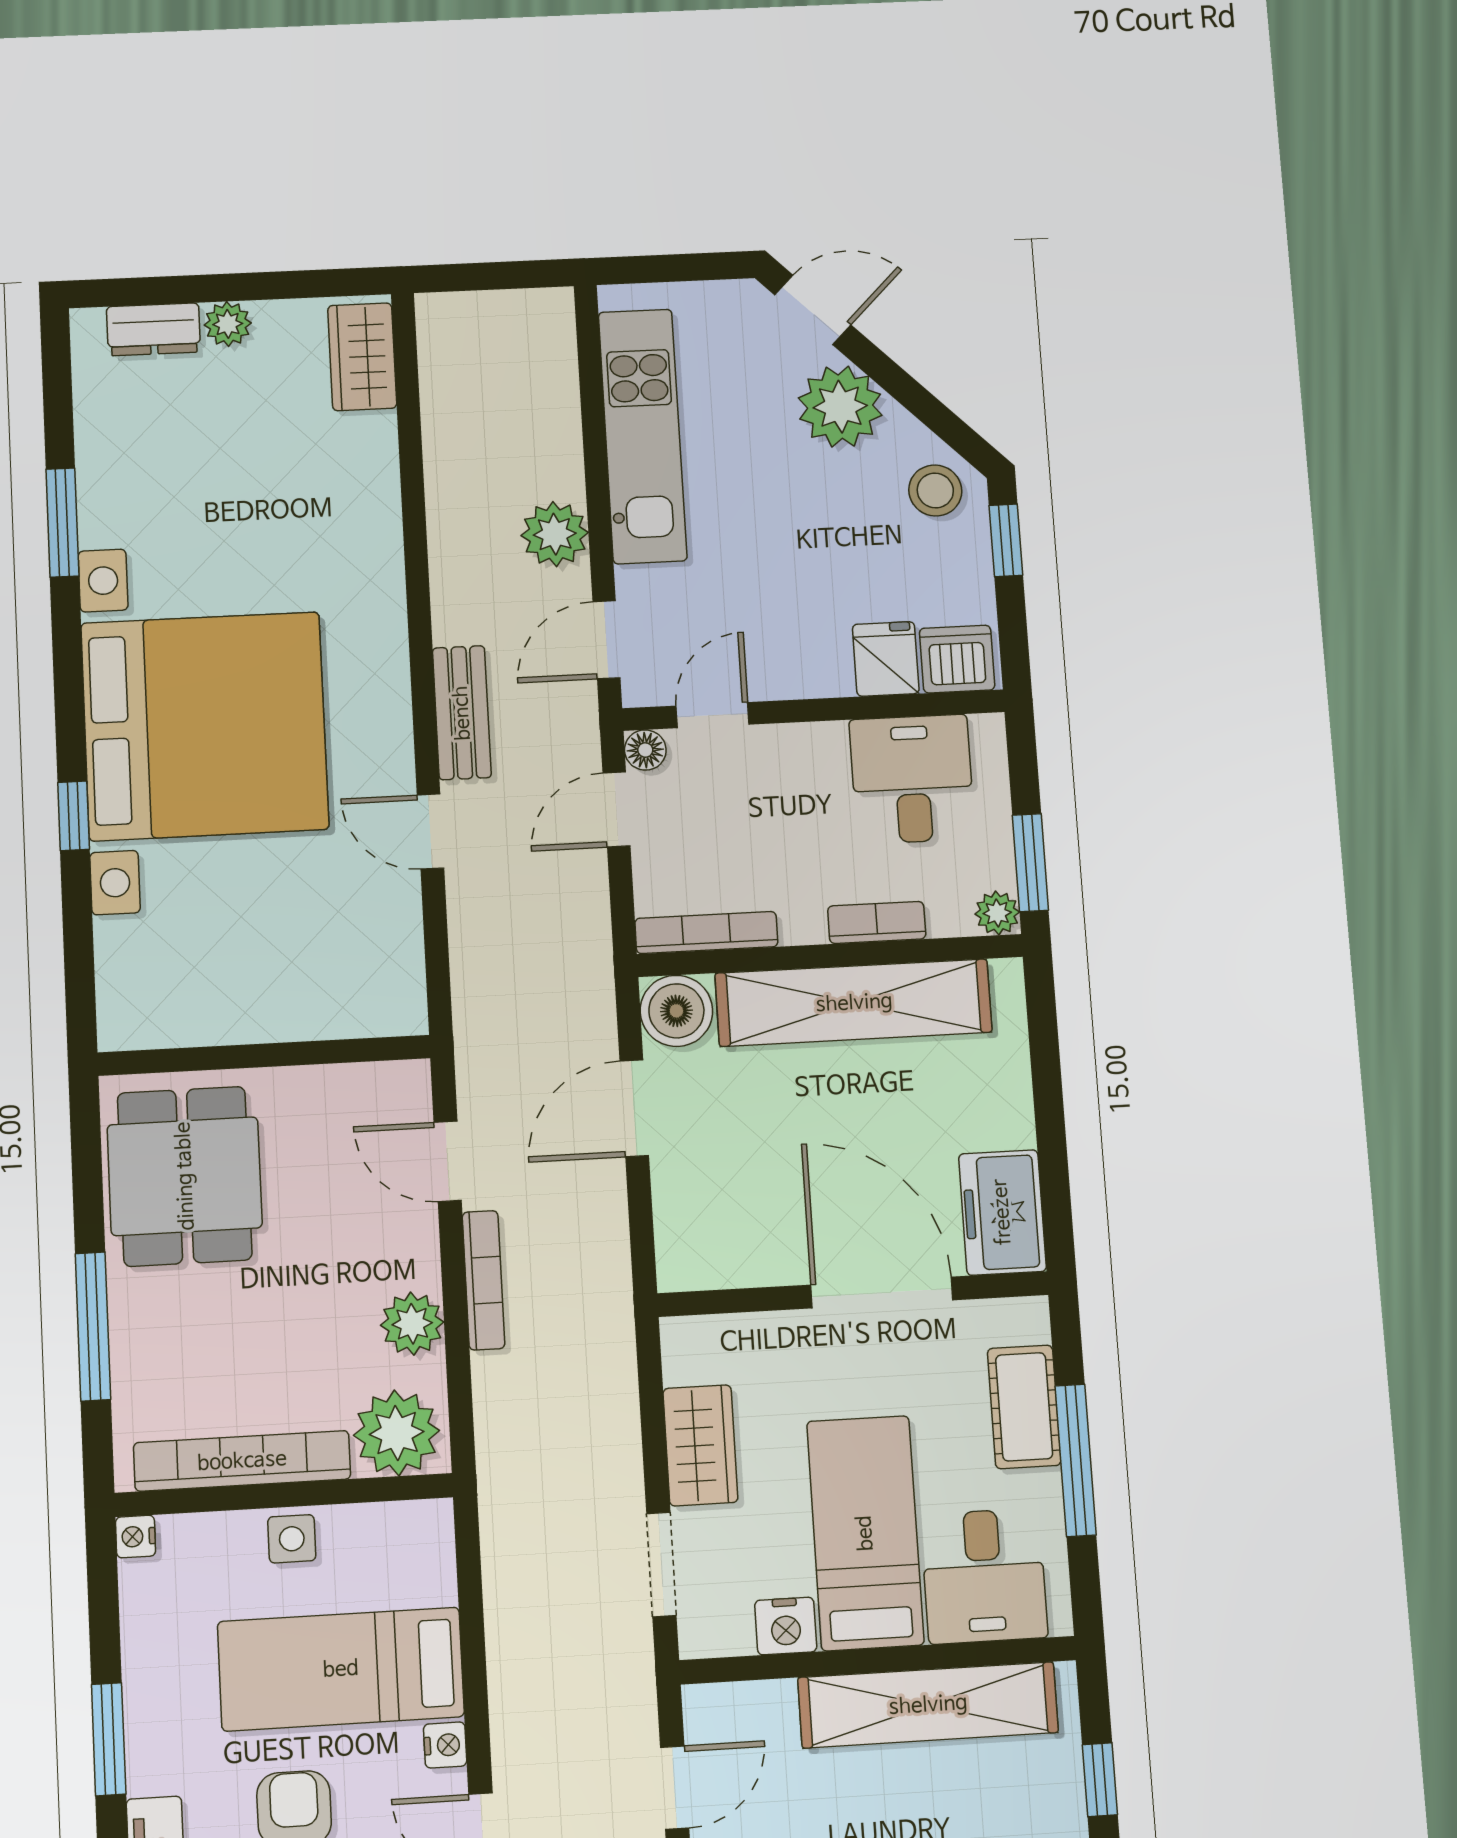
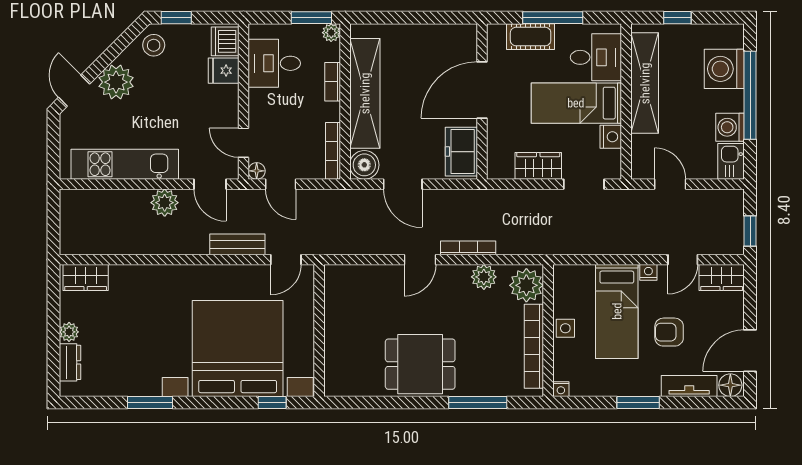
wall: (264, 1055) -> (319, 331), moved
freezer: (1002, 1212) -> (461, 152), moved, turned 90

